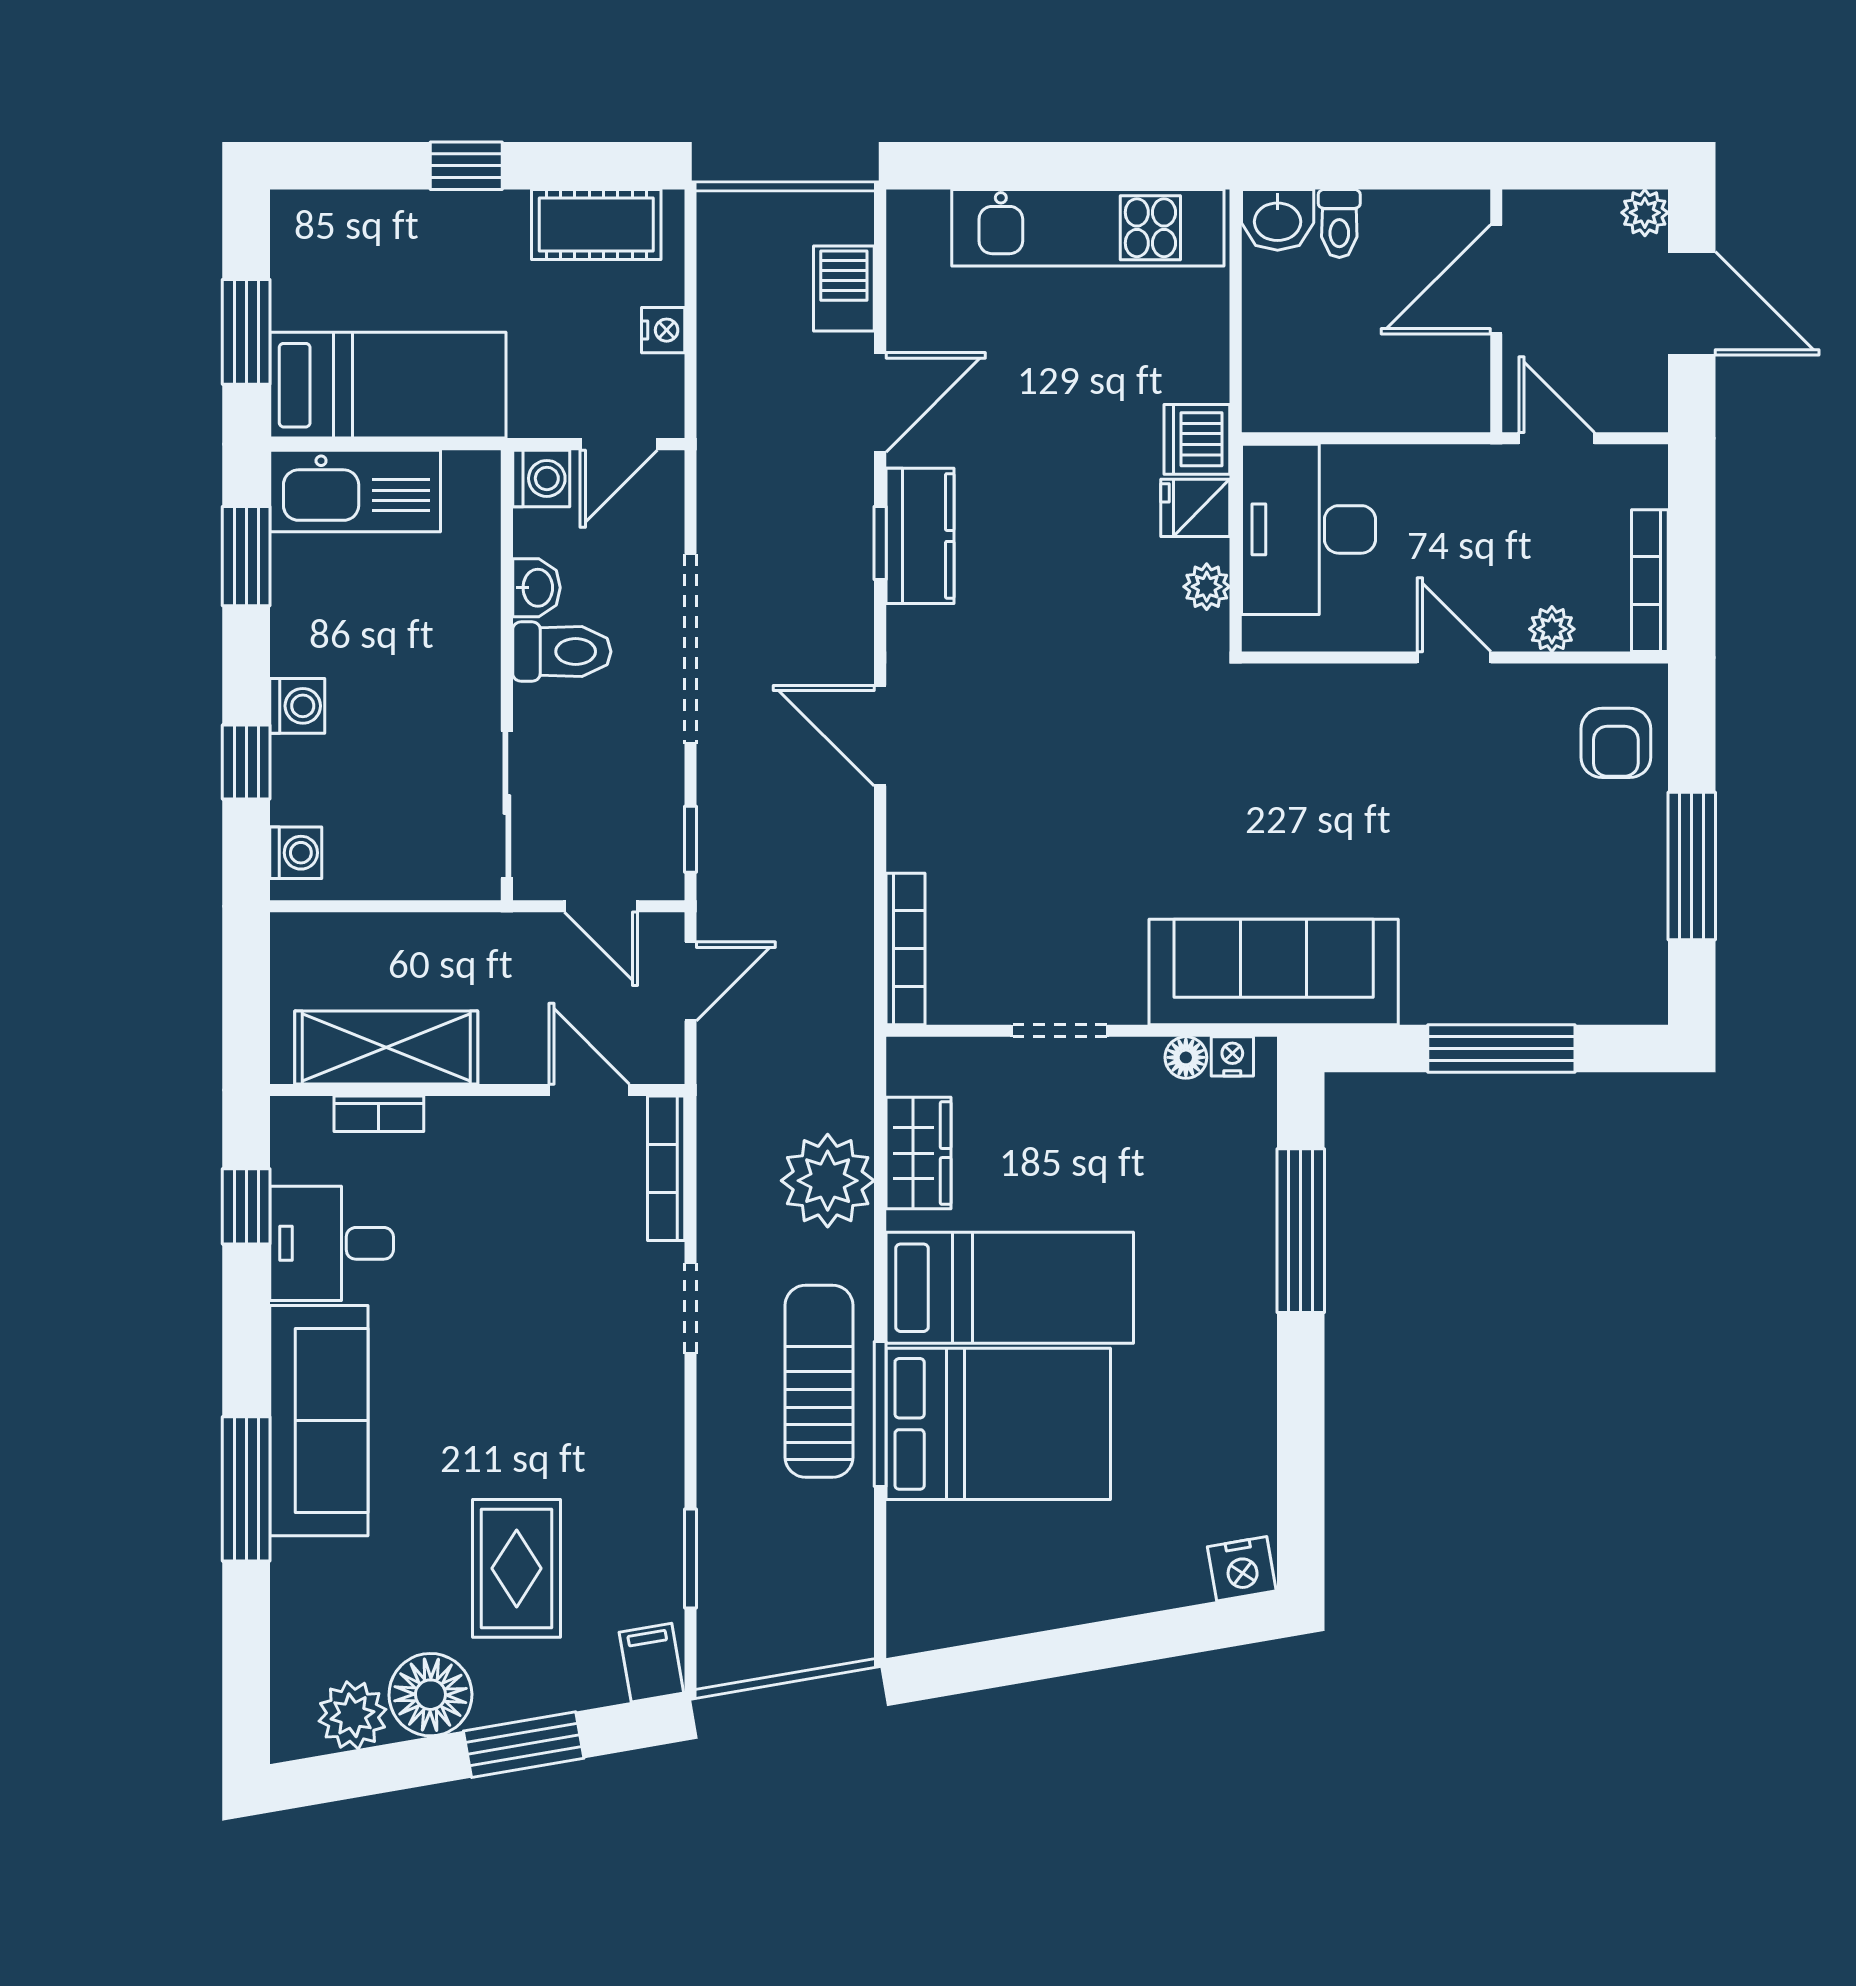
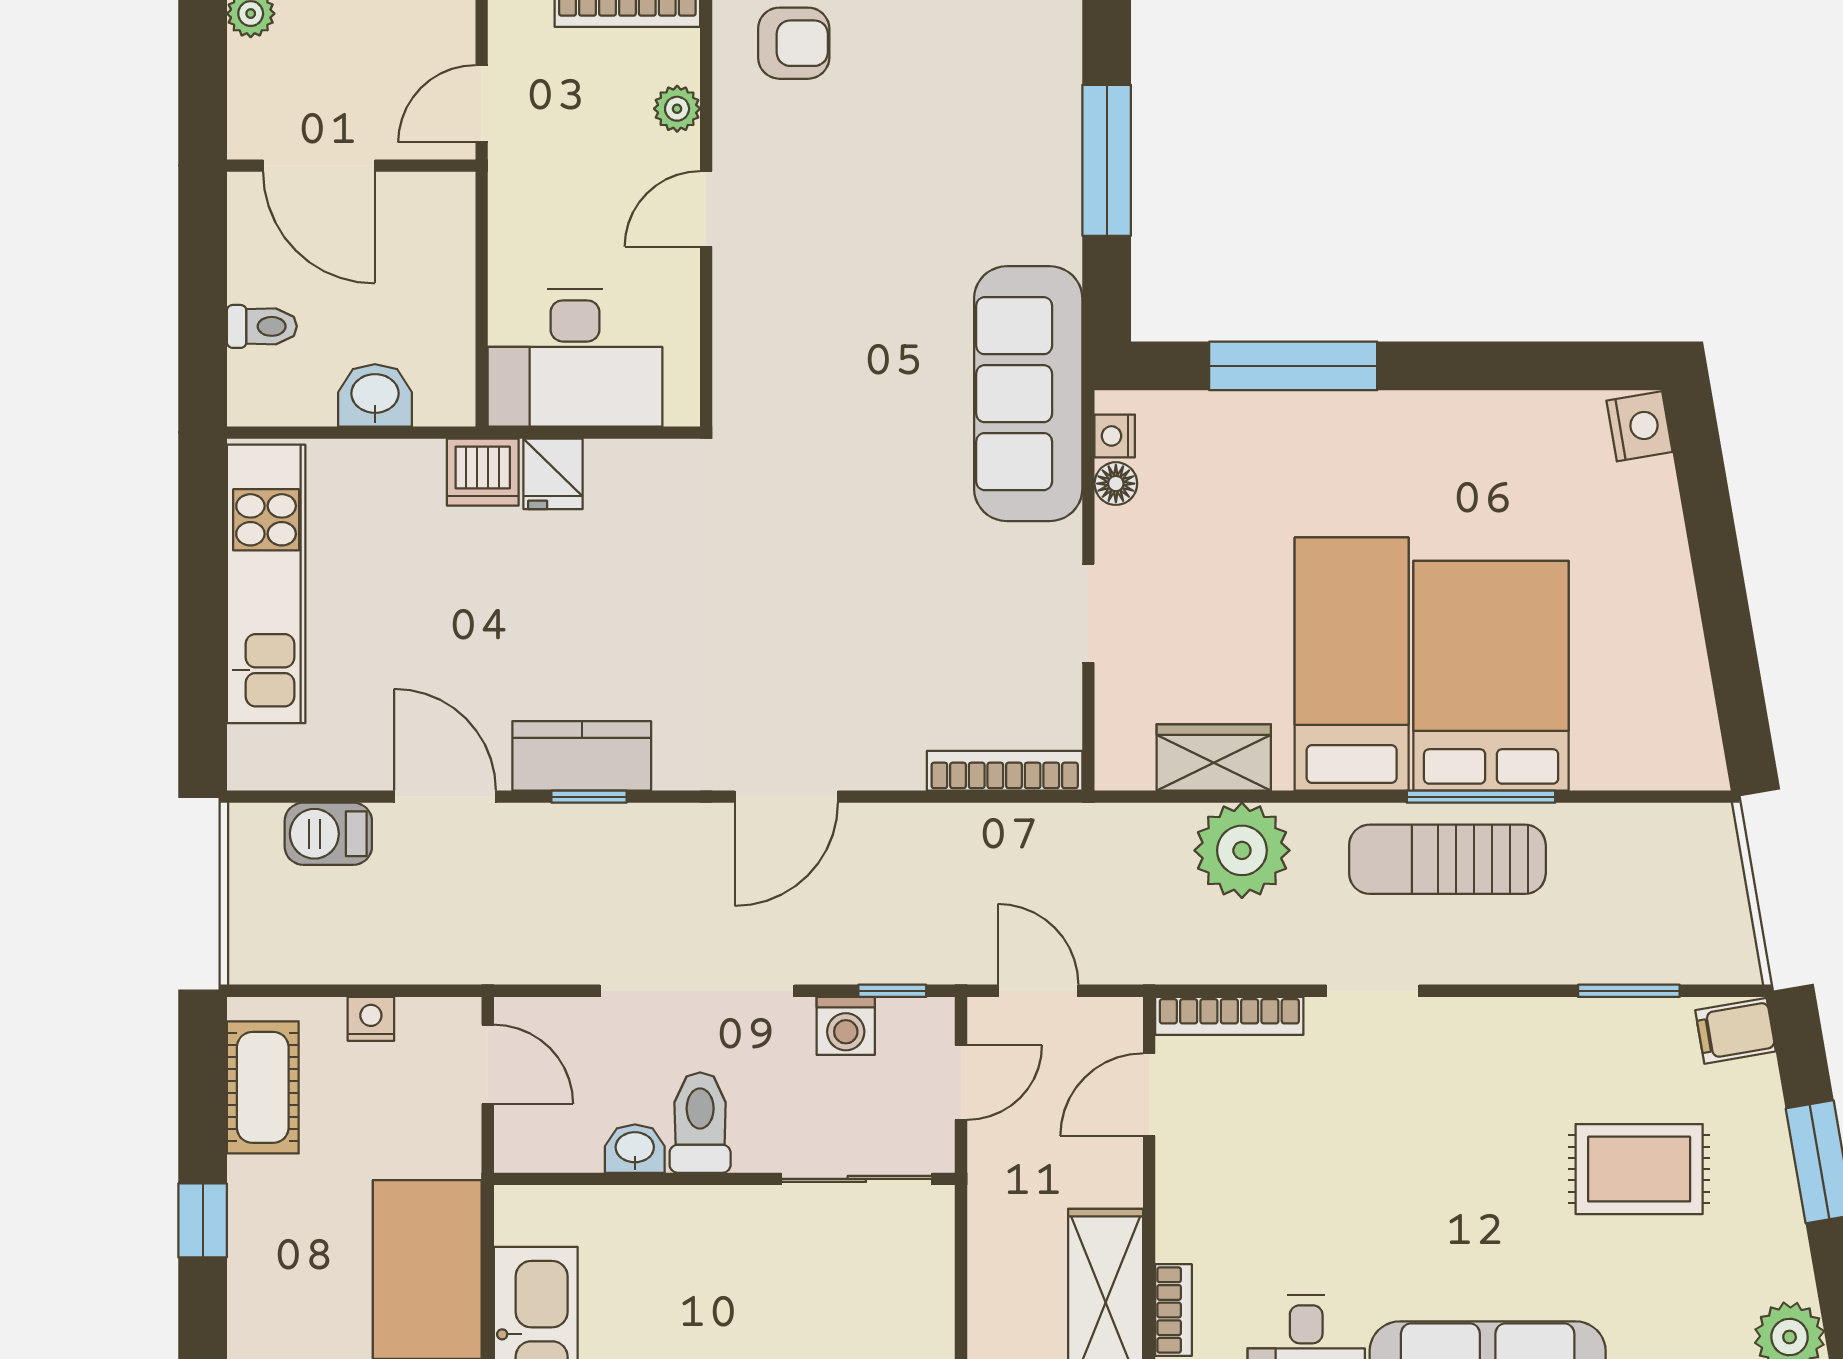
washbasin: (1278, 220) -> (375, 395), moved, turned -90
washing machine: (541, 478) -> (846, 1026), moved, turned 180
plant: (1207, 587) -> (634, 462), removed
floor lamp: (430, 1695) -> (1768, 1257), removed

